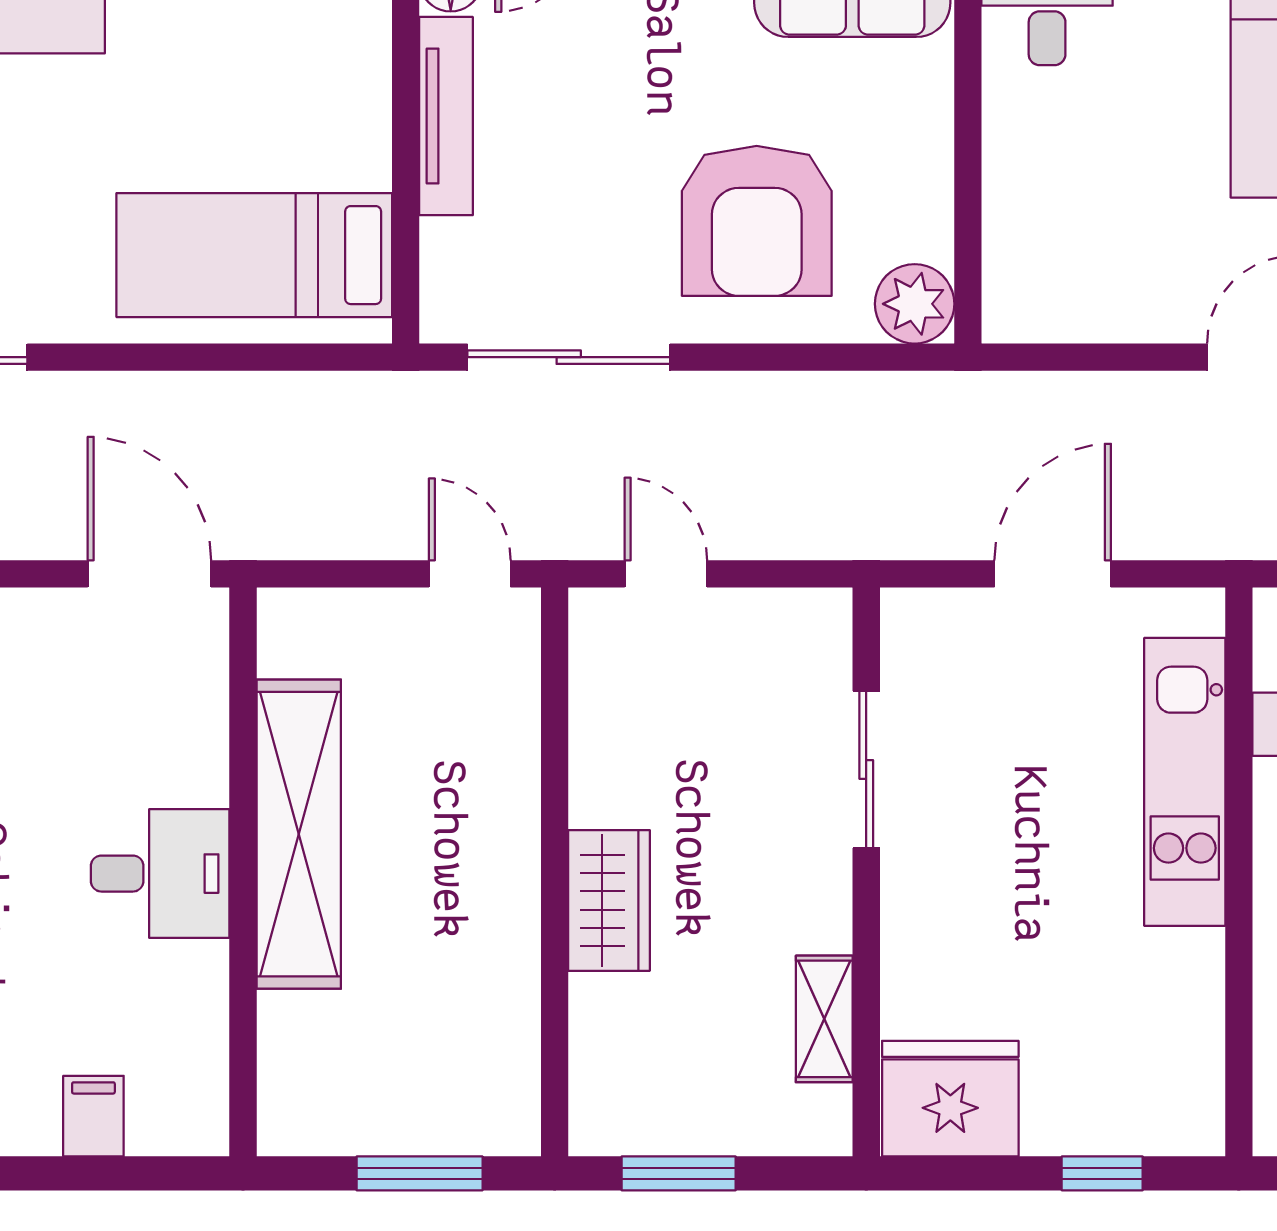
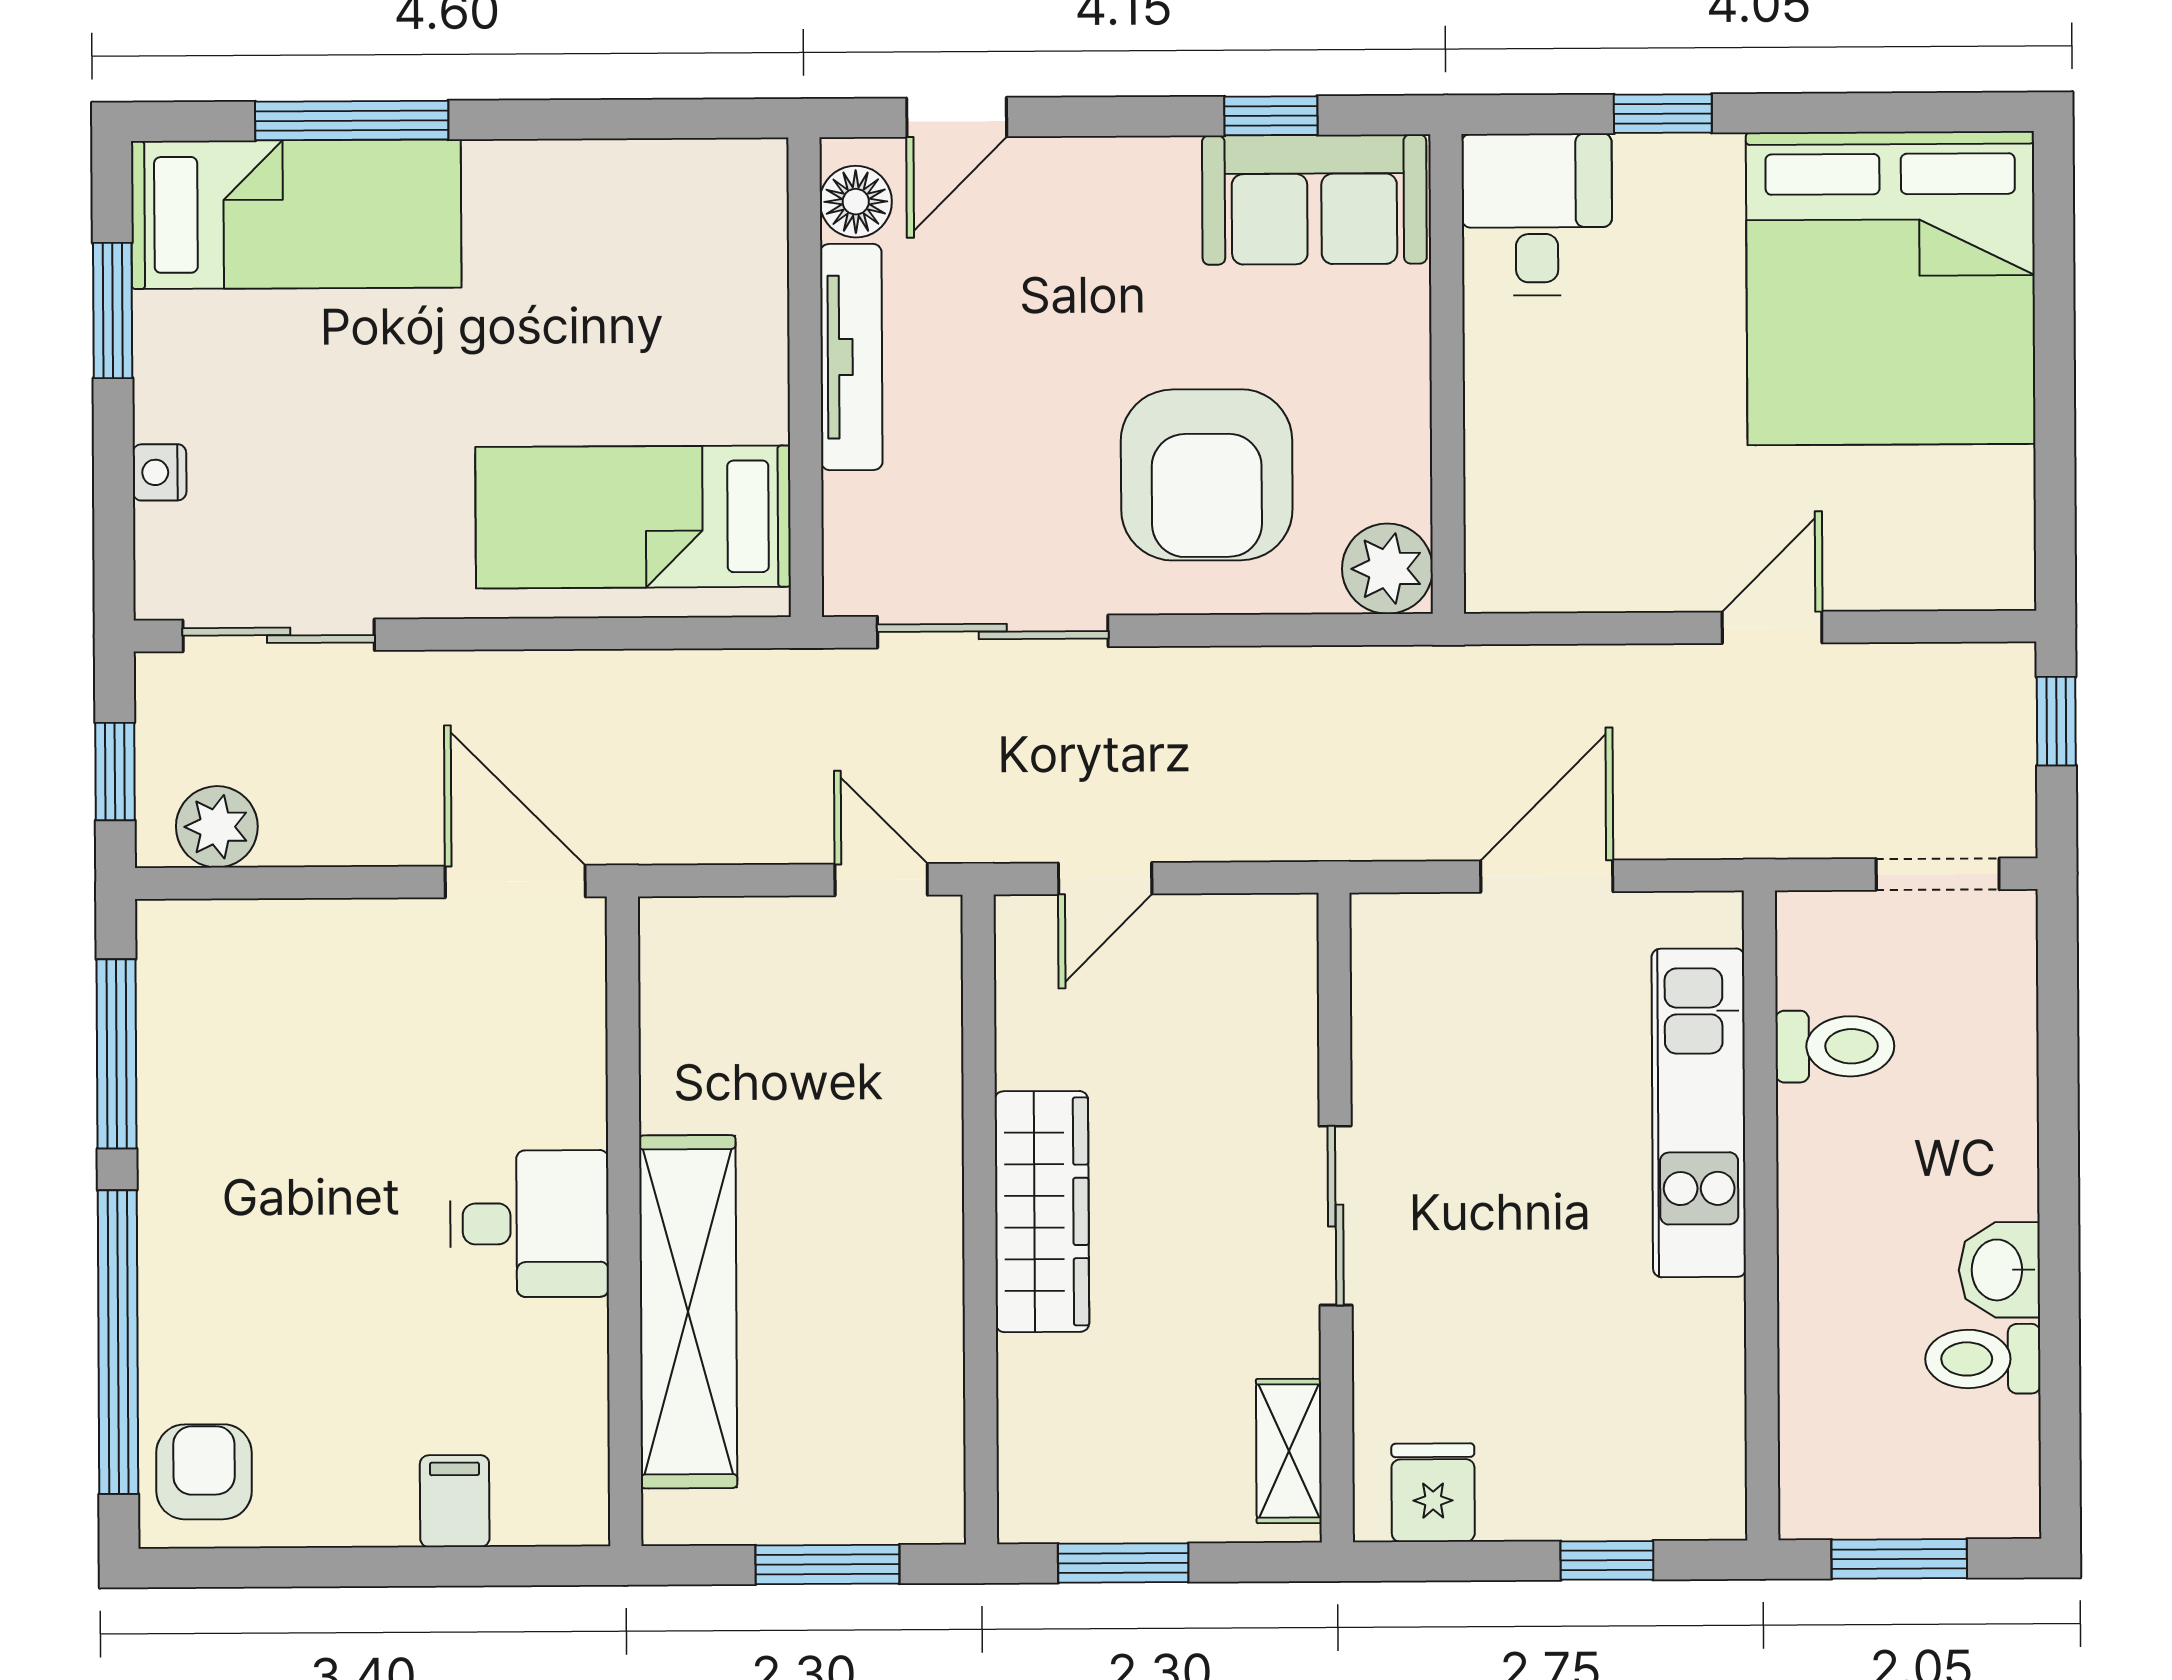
door: (666, 574) -> (1105, 878), swing flipped
sliding door: (866, 770) -> (1336, 1216), moved
shelving: (299, 834) -> (688, 1312), moved
wardrobe: (609, 900) -> (1042, 1212), width x1.50
shelving: (824, 1019) -> (1289, 1451), moved
fridge: (950, 1099) -> (1433, 1493), width x0.53, depth x0.75

